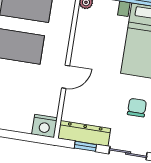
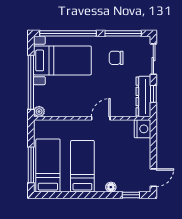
door: (66, 77) -> (101, 118), hinge flipped

